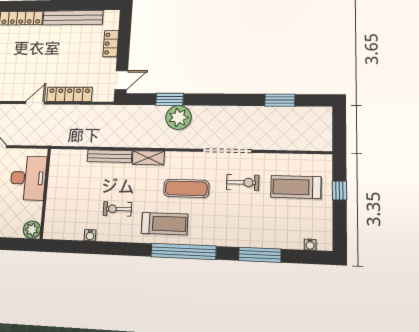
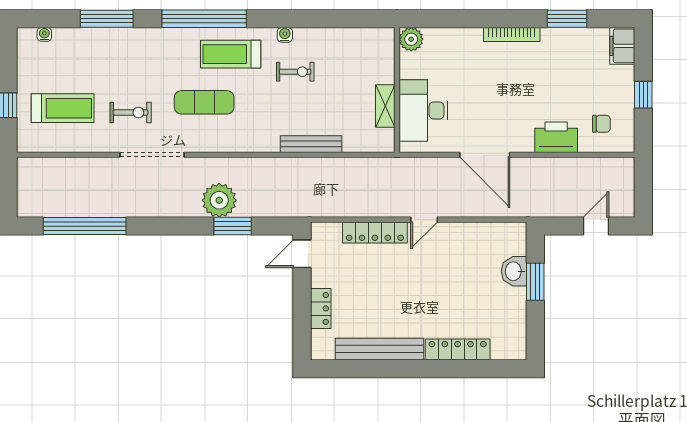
window: (280, 100) -> (85, 226), width x2.11
shelving: (148, 158) -> (385, 106), moved, turned 90
exercise bike: (243, 182) -> (131, 112), turned 180
water cooler: (90, 235) -> (285, 35), moved

